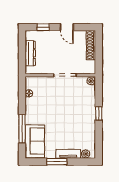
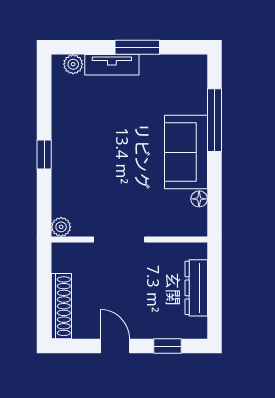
sofa: (35, 141) -> (186, 152), moved

